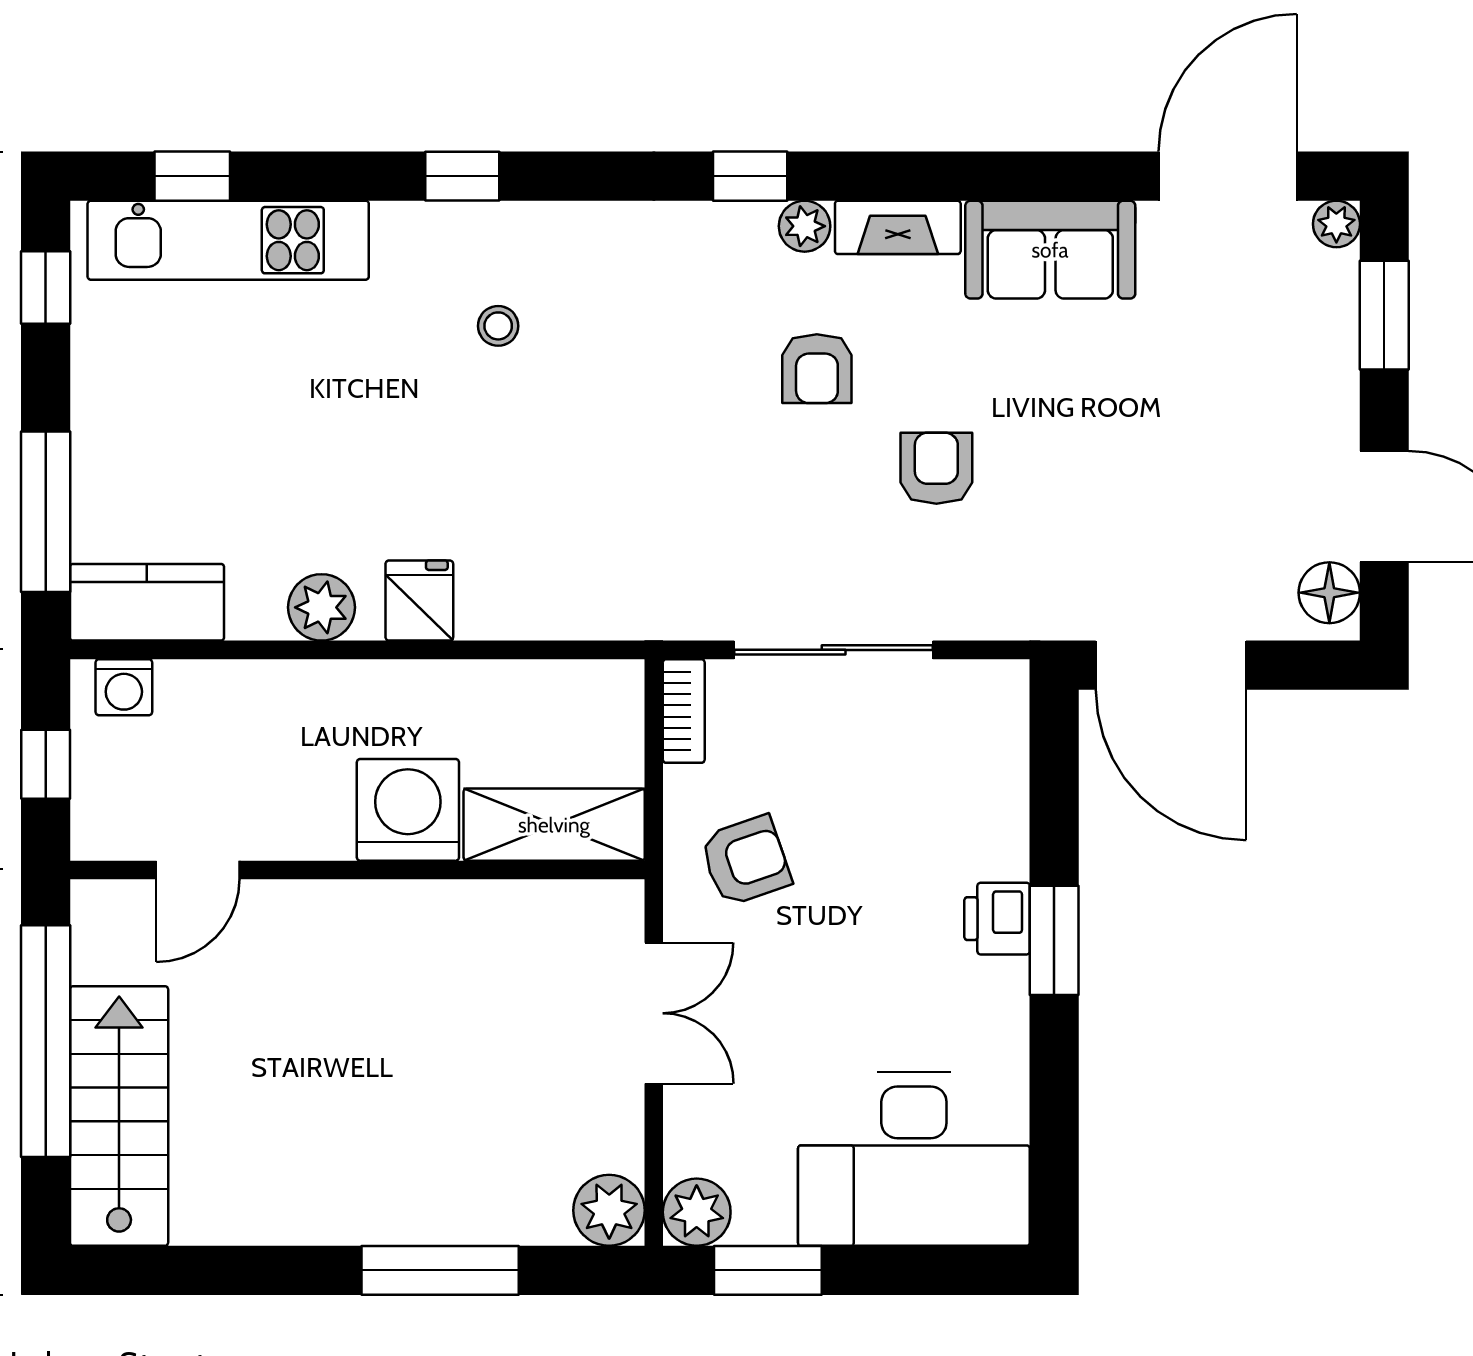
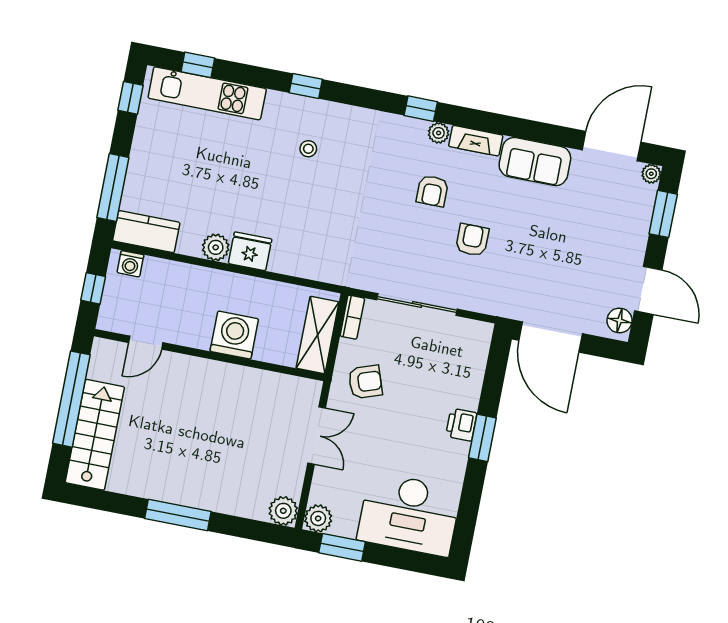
fridge: (419, 601) -> (250, 251), width x1.38
shelving: (554, 825) -> (318, 335), moved, turned 90
window: (440, 1270) -> (178, 515), moved

